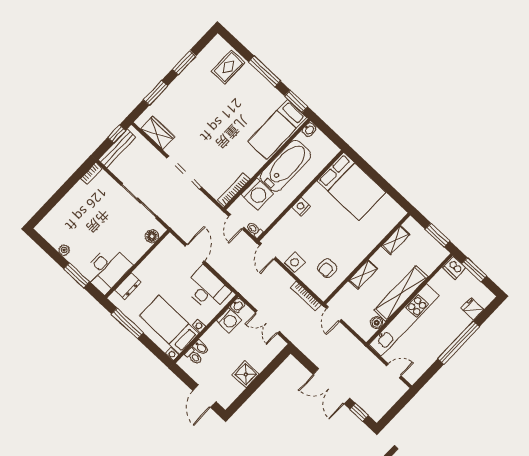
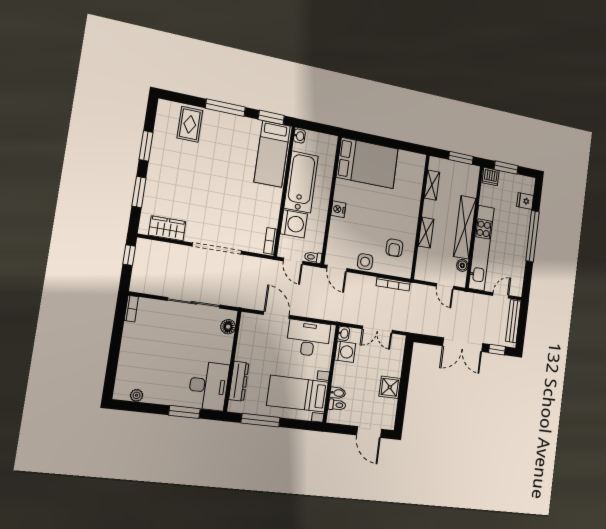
bench: (117, 148) -> (513, 321), moved
bookcase: (234, 190) -> (270, 241), width x0.64
plant: (64, 250) -> (137, 395), moved
dresser: (128, 286) -> (239, 381), width x1.44
door: (334, 314) -> (445, 286), moved

